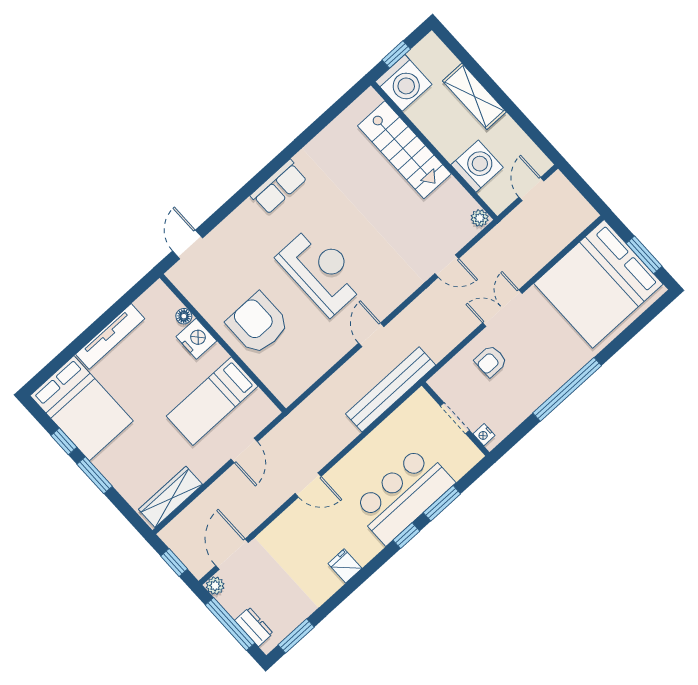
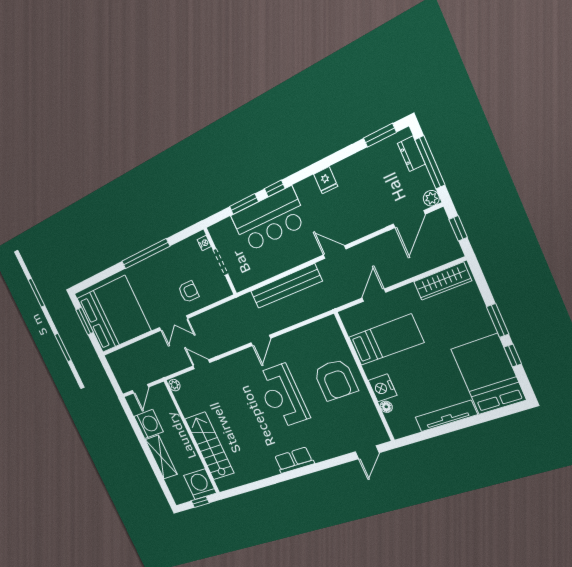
washing machine: (477, 166) -> (149, 424), moved, turned 180
bench: (391, 389) -> (286, 286), moved

